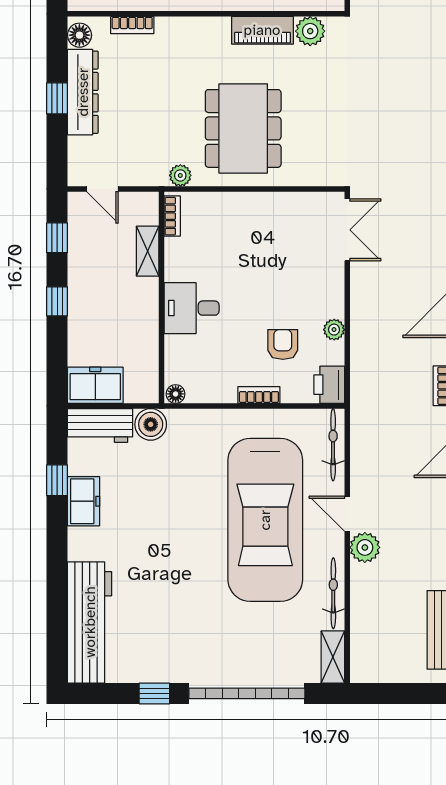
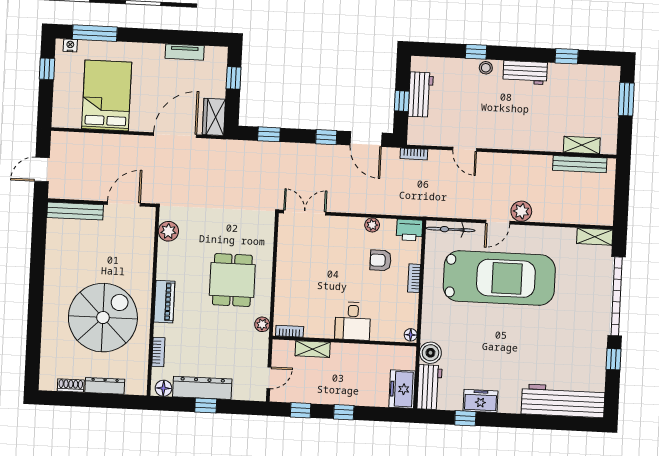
piano: (262, 30) -> (164, 302), moved
dining table: (243, 128) -> (232, 280), width x0.73
bicycle: (333, 593) -> (551, 234), removed

